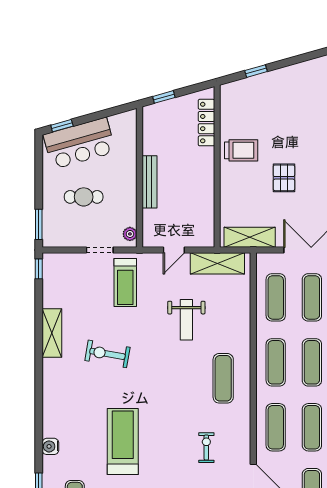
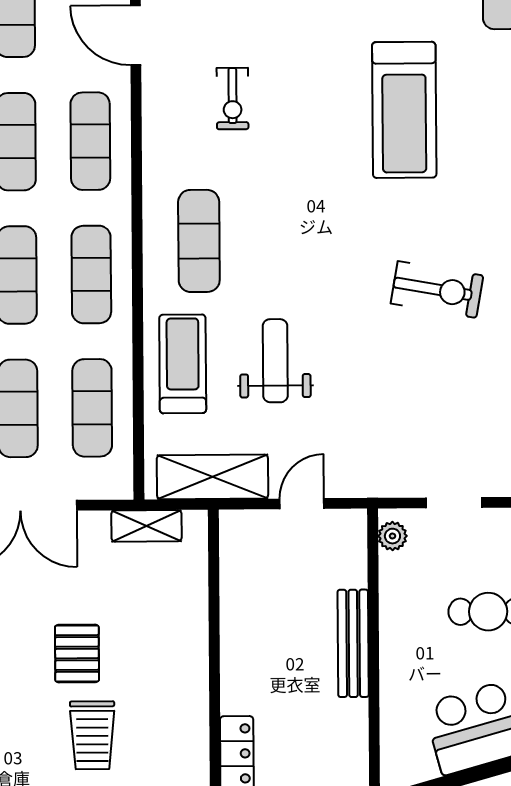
trolley: (241, 150) -> (92, 735), moved, turned -90
shelving: (250, 237) -> (146, 526), width x0.67, depth x0.75
treadmill: (125, 283) -> (183, 364), moved

